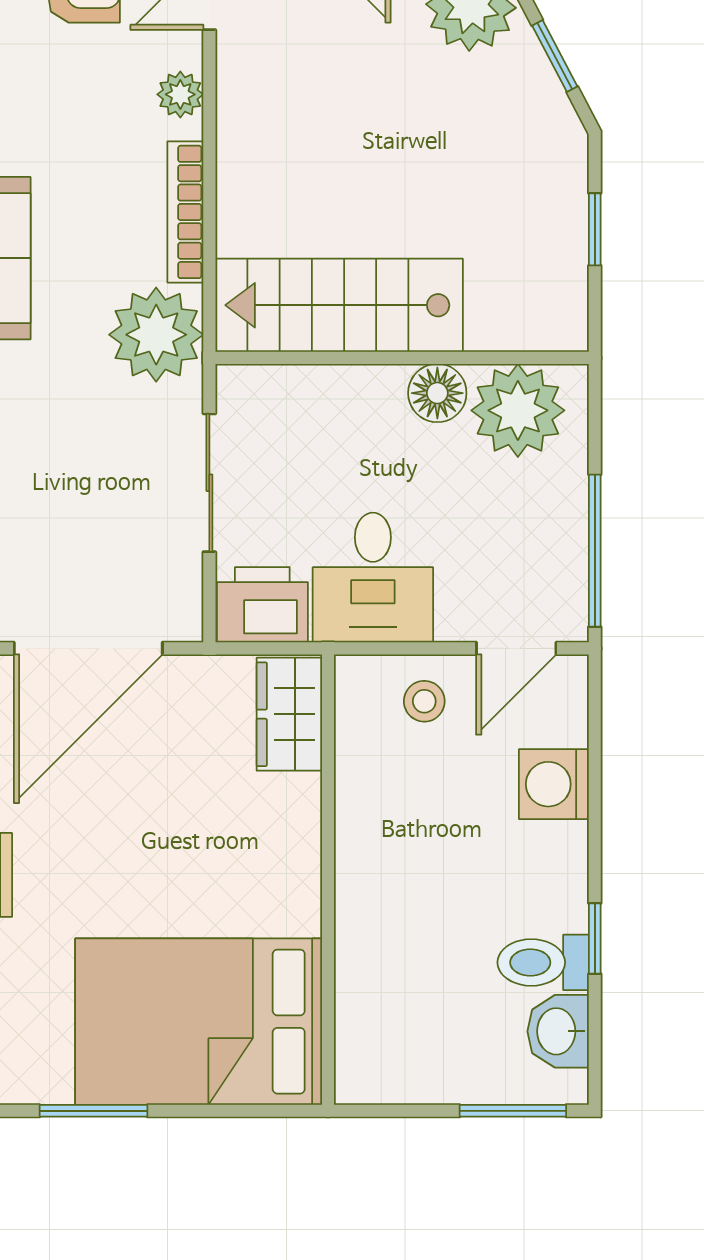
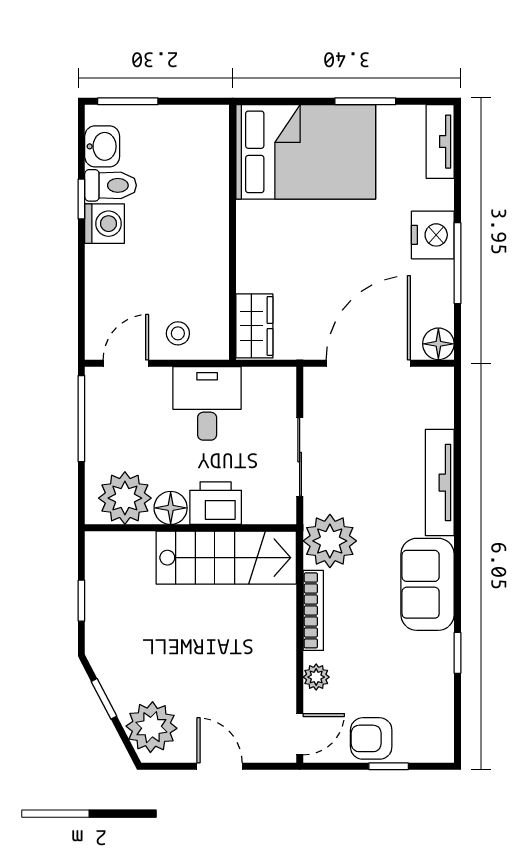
printer: (262, 605) -> (216, 503), moved, turned 180
washing machine: (554, 784) -> (105, 224), moved

